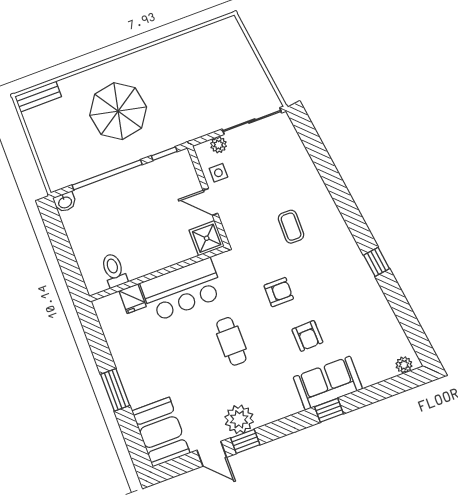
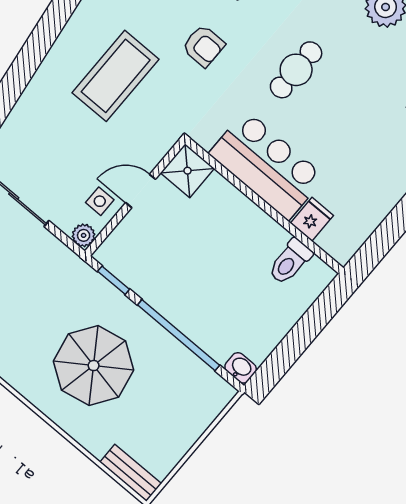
plant: (218, 145) -> (84, 235), moved
door: (210, 202) -> (141, 191), swing flipped
coffee table: (291, 227) -> (116, 76), width x1.86, depth x1.72
armchair: (279, 292) -> (204, 46), turned 180

